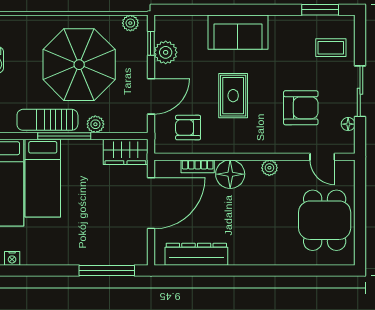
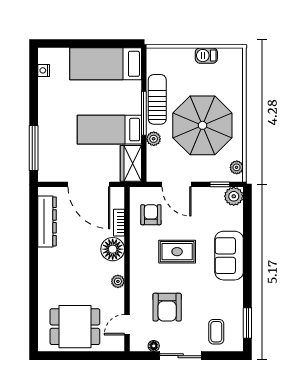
plant: (166, 52) -> (234, 196), moved
bed: (43, 178) -> (109, 130), moved

